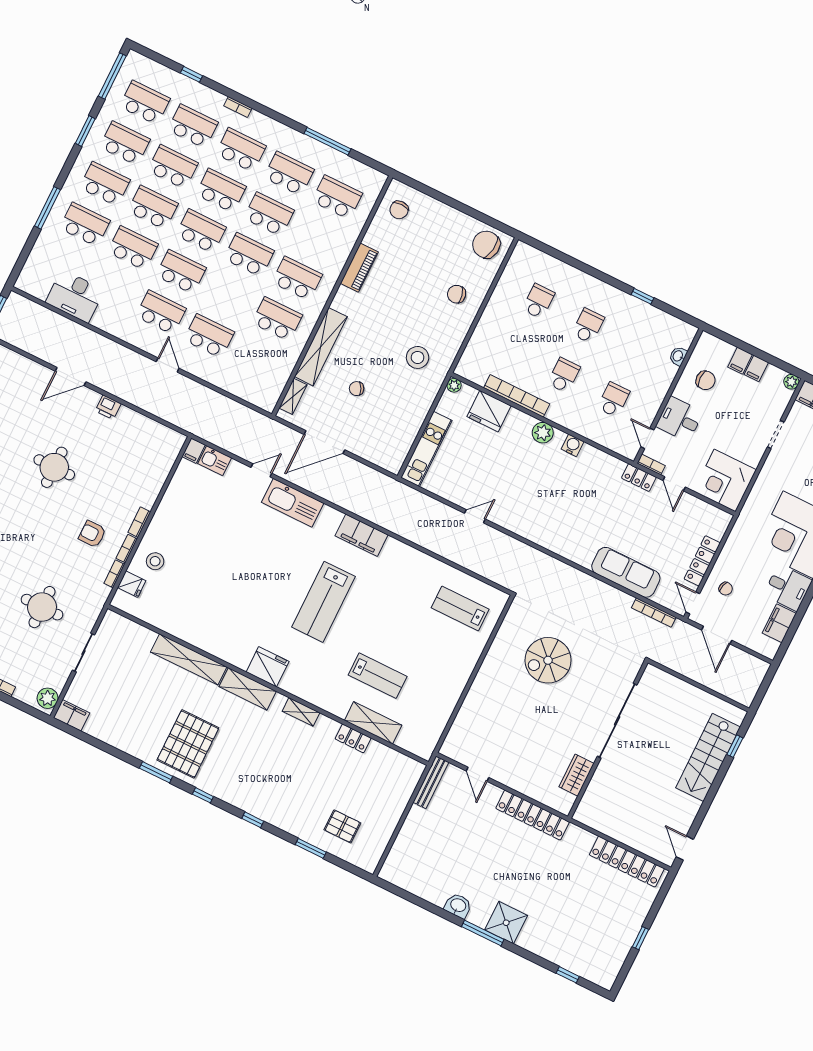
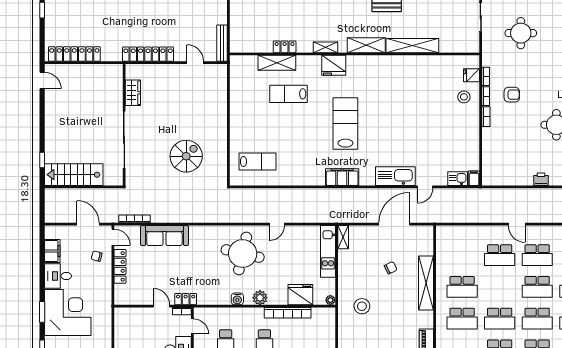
shelving: (293, 396) -> (343, 237), moved
corner desk: (725, 480) -> (131, 324), removed
round table: (537, 500) -> (243, 254), added
fridge: (268, 667) -> (334, 65), moved
stairs: (708, 757) -> (74, 175), moved, turned -90

